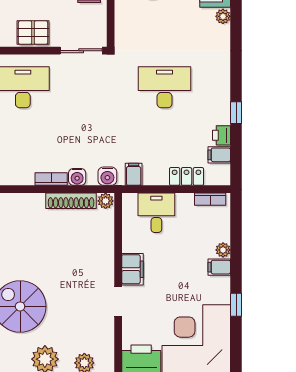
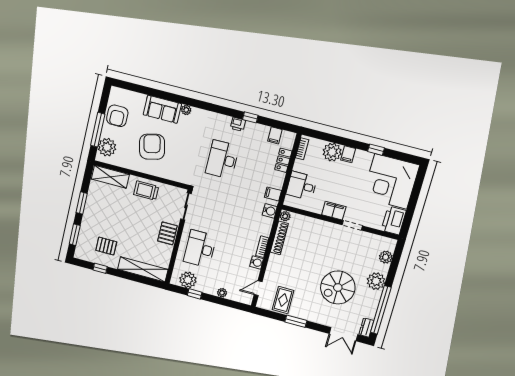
printer: (222, 135) -> (238, 124), moved
water cooler: (77, 177) -> (257, 262), moved
plant: (223, 250) -> (332, 152), width x1.88, depth x1.88

